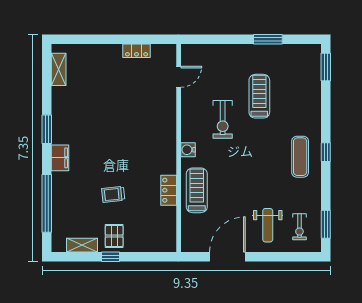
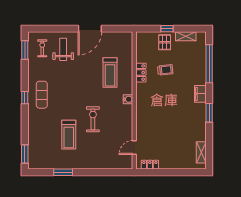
door: (179, 77) -> (134, 147), moved
wall: (179, 148) -> (134, 100), moved
water cooler: (188, 150) -> (128, 99), moved
locker: (169, 190) -> (141, 73), moved

